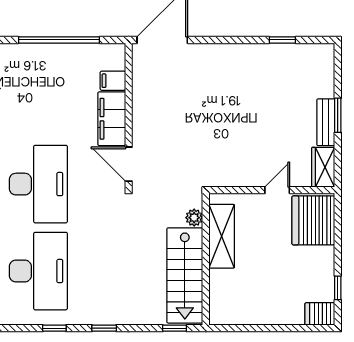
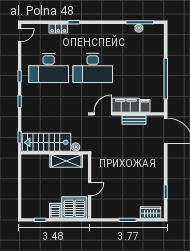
bench: (326, 122) -> (134, 120), moved
wardrobe: (323, 167) -> (150, 212), moved
door: (277, 190) -> (90, 189), hinge flipped
server rack: (320, 314) -> (55, 211), moved

